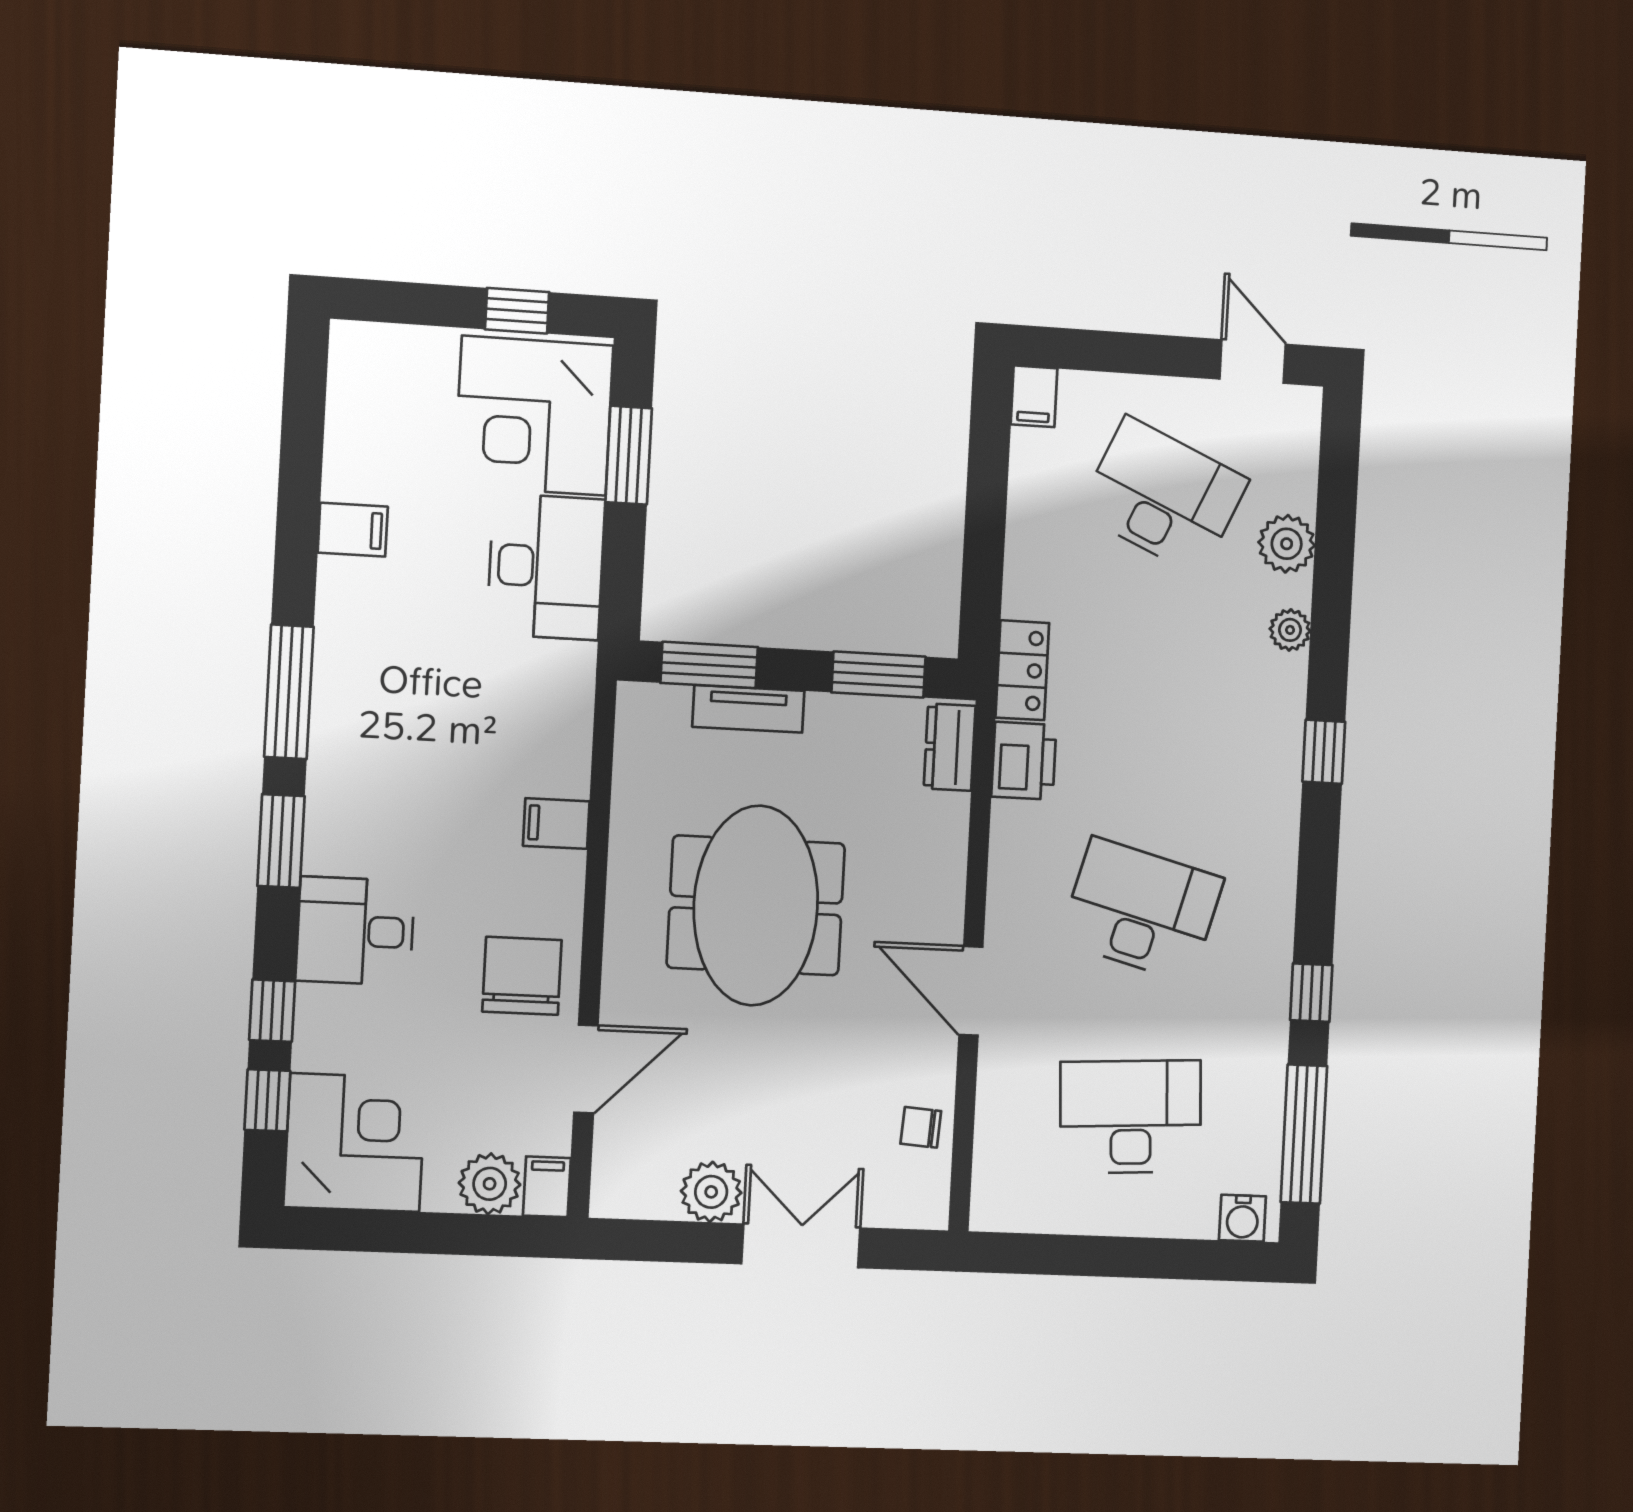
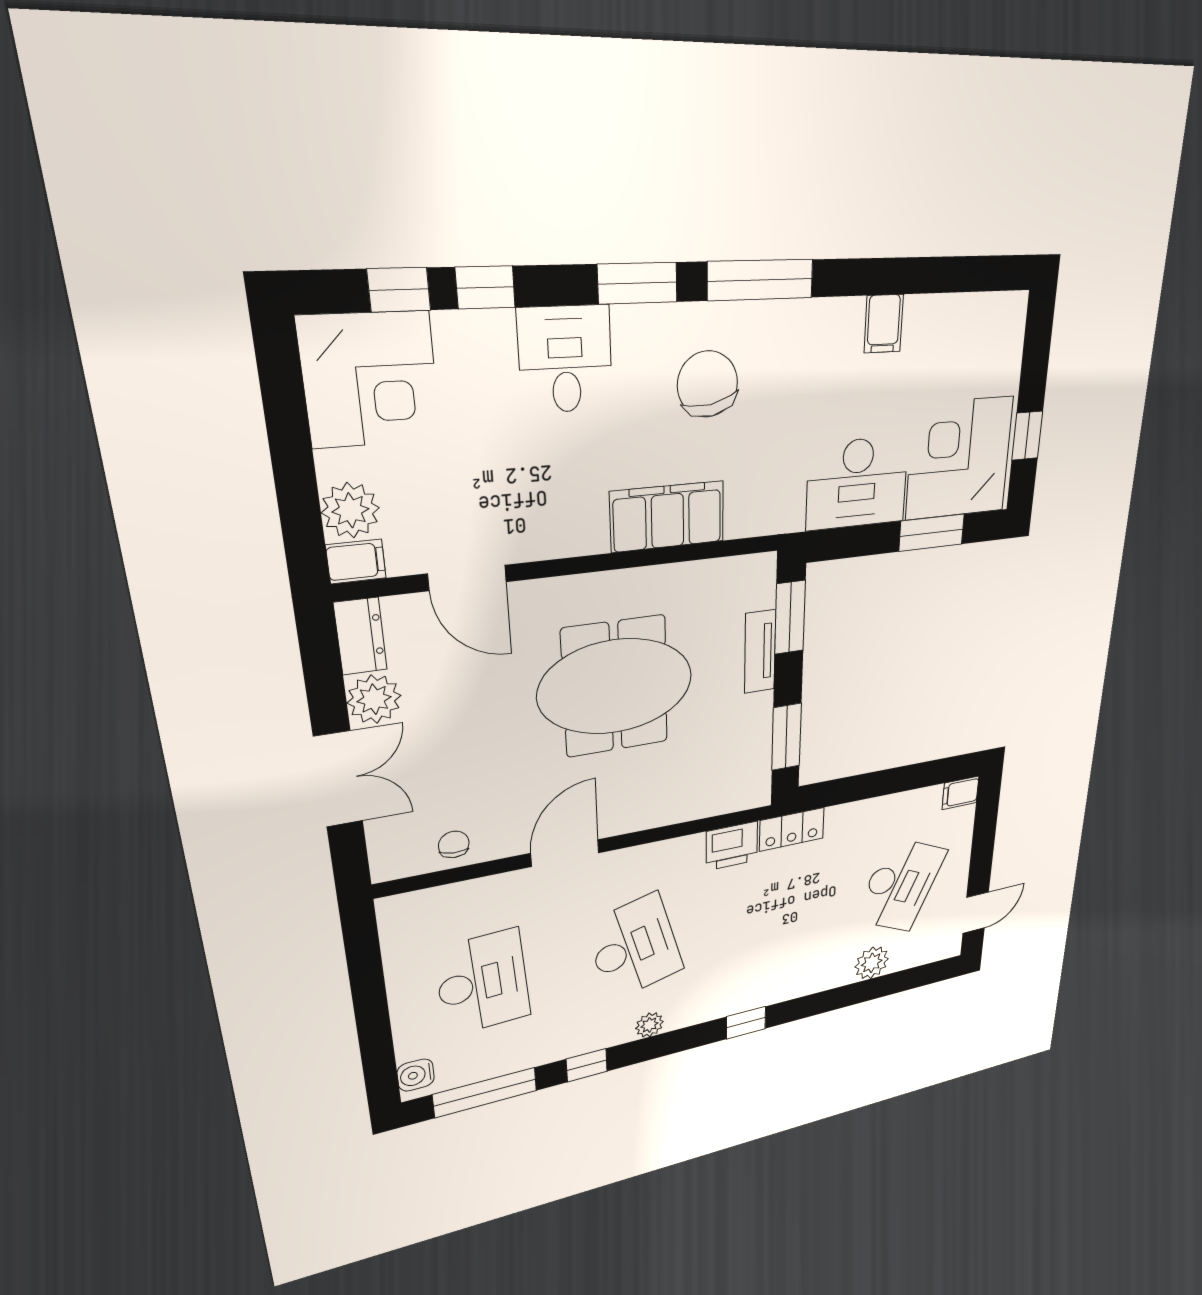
plant: (1290, 630) -> (650, 1025), moved
dresser: (950, 747) -> (360, 636), moved, turned 90
filing cabinet: (556, 824) -> (668, 517), width x3.00, depth x1.17
desk: (1141, 910) -> (634, 947), turned -30
chair: (522, 976) -> (708, 384), moved, turned -100

